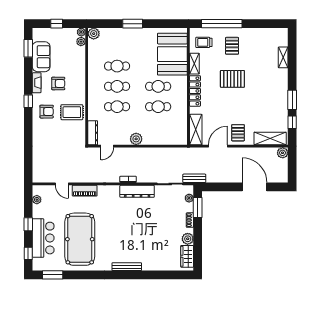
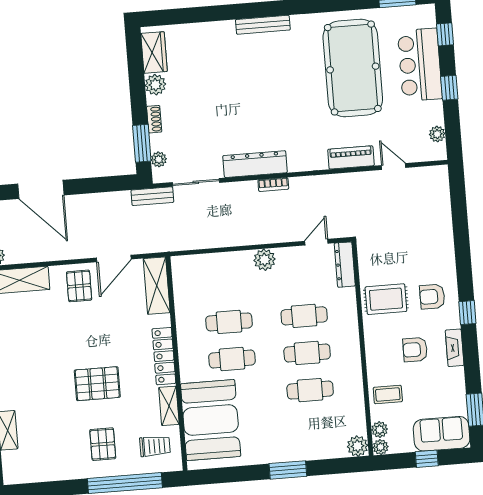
sofa: (41, 57) -> (442, 434), moved, turned 90
coffee table: (75, 60) -> (388, 395), added

